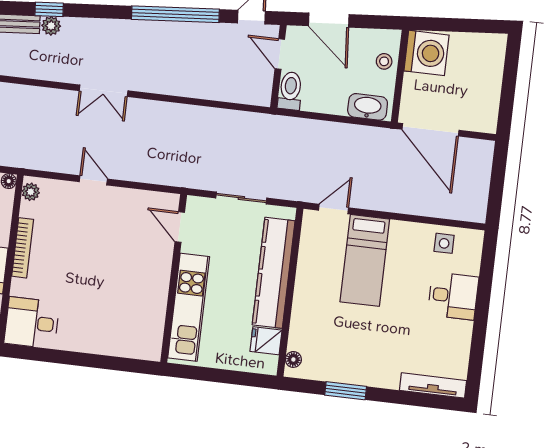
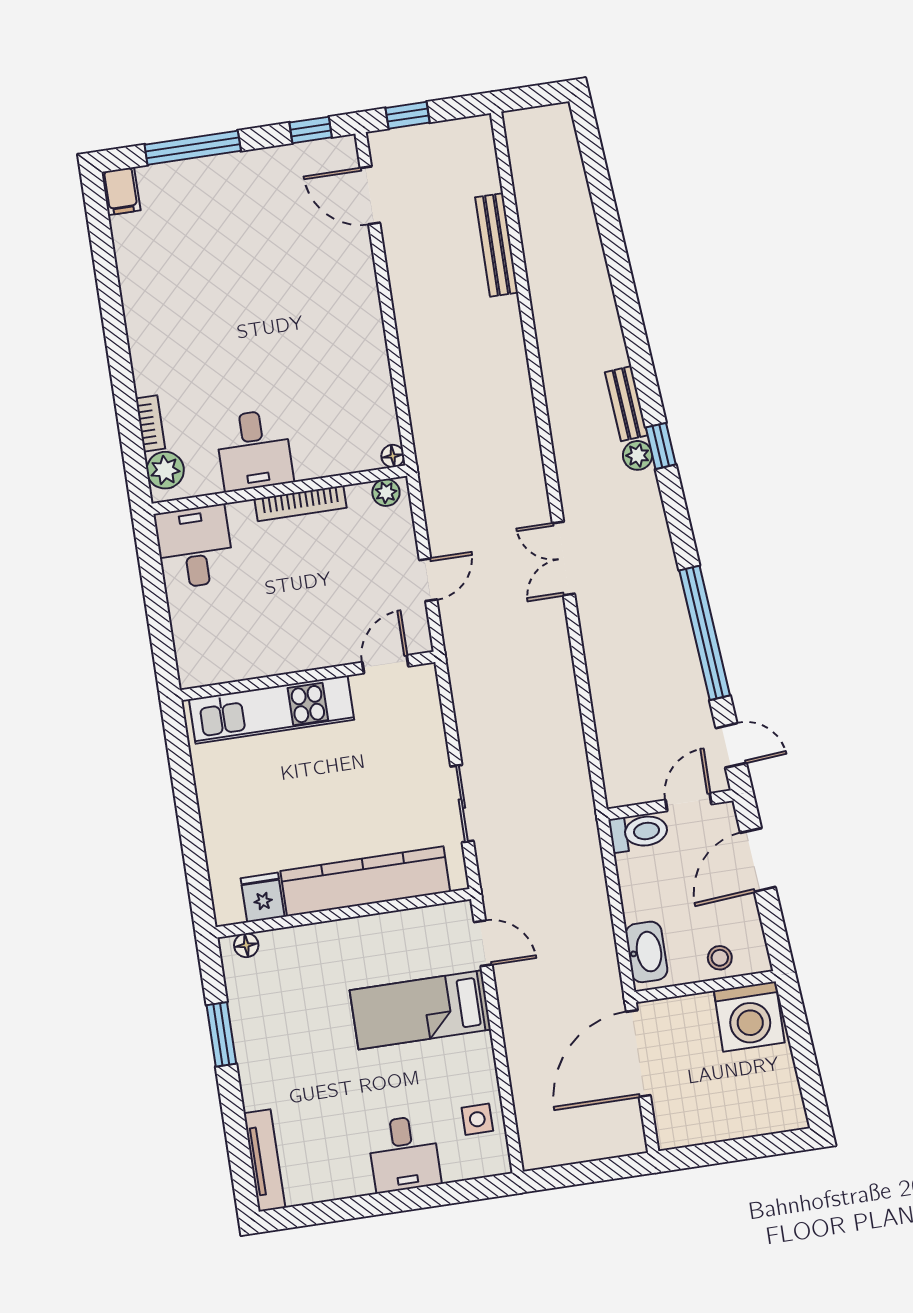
door: (180, 227) -> (385, 664), moved
wall: (174, 278) -> (308, 676), moved
kitchen unit: (189, 307) -> (271, 710), moved

